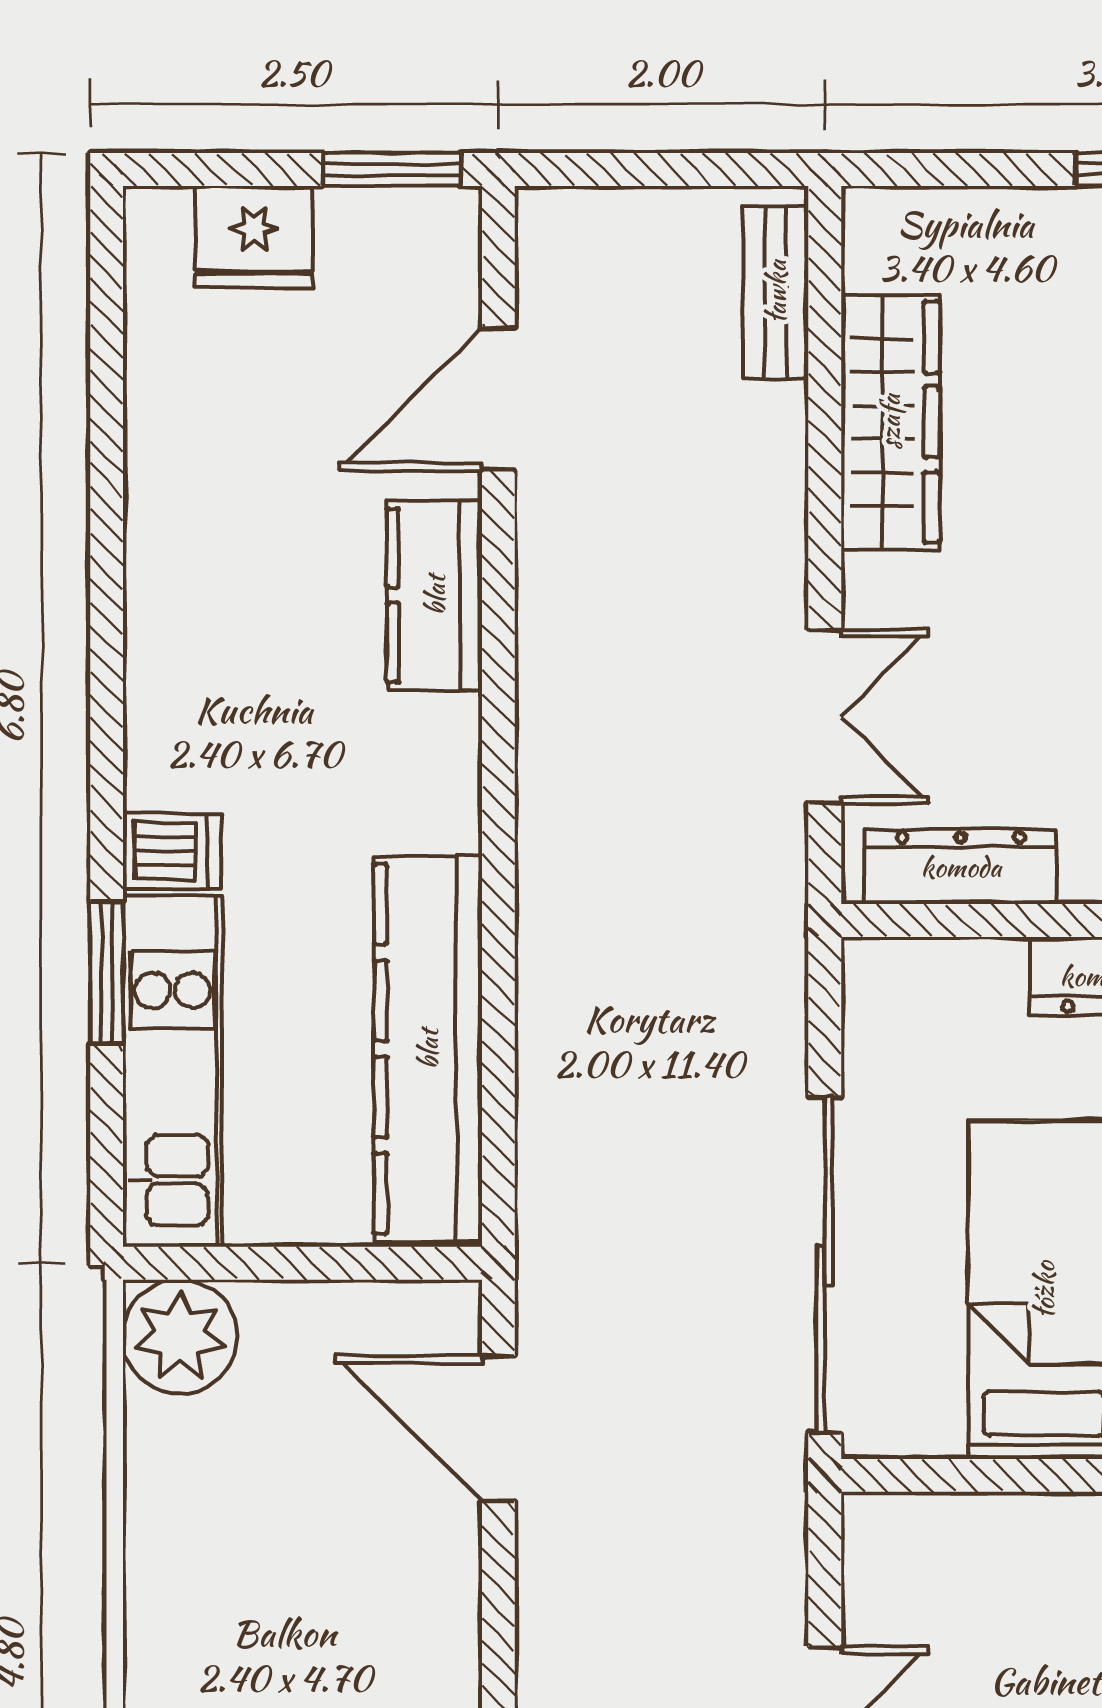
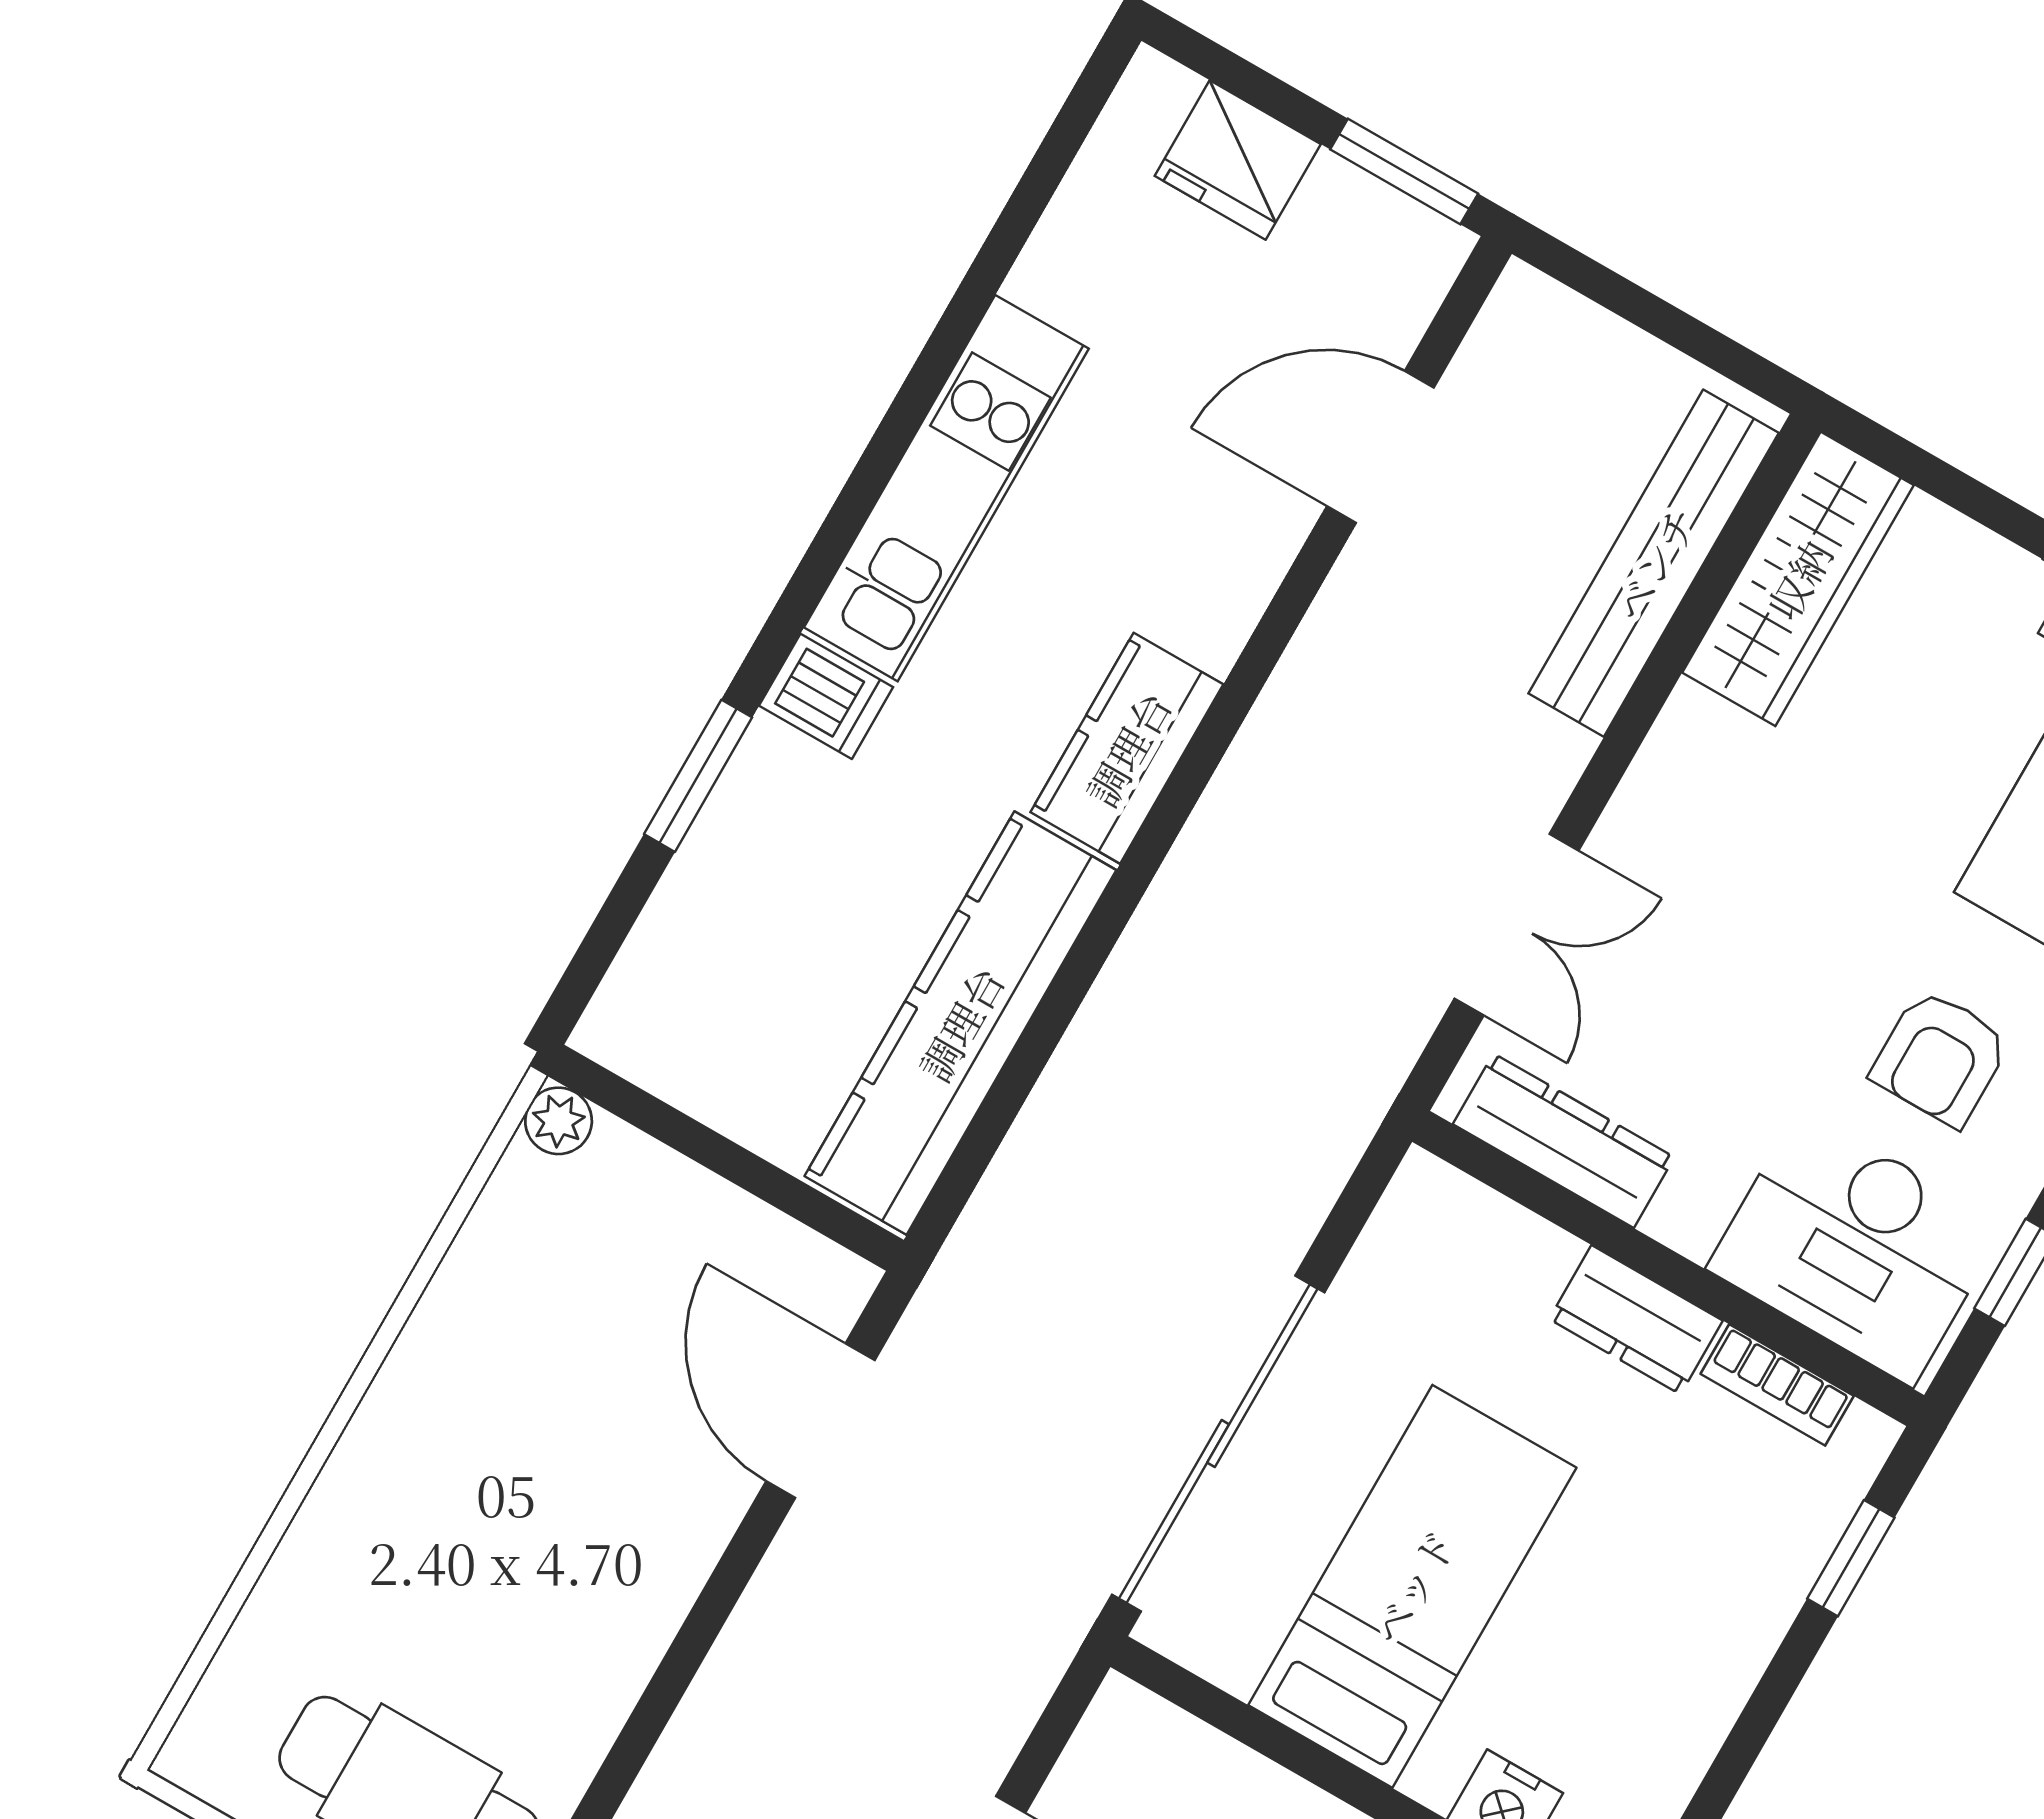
bench: (776, 292) -> (1654, 563), width x1.86, depth x1.21
wardrobe: (890, 422) -> (1798, 579), moved
kitchen counter: (435, 595) -> (1127, 748), moved
kitchen unit: (172, 1071) -> (946, 488), moved
plant: (180, 1337) -> (559, 1121), width x0.53, depth x0.53

